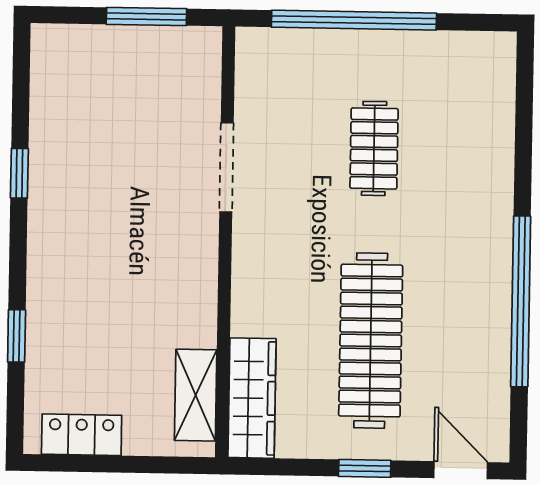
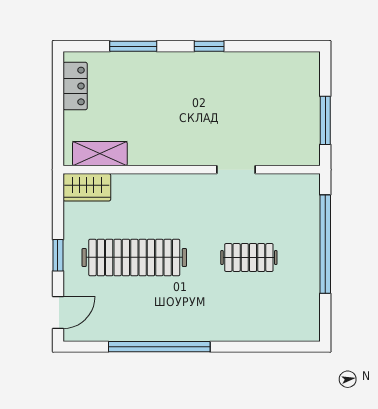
doorway: (226, 167) -> (236, 170), width x0.73
window: (19, 173) -> (209, 46), moved
window: (17, 336) -> (133, 46), width x1.50
wardrobe: (252, 398) -> (87, 187), width x0.67

